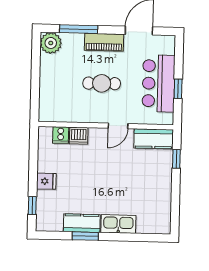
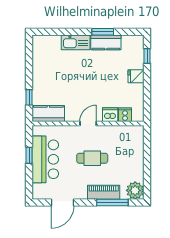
piano: (104, 42) -> (104, 192), moved
door: (118, 126) -> (88, 123), moved

